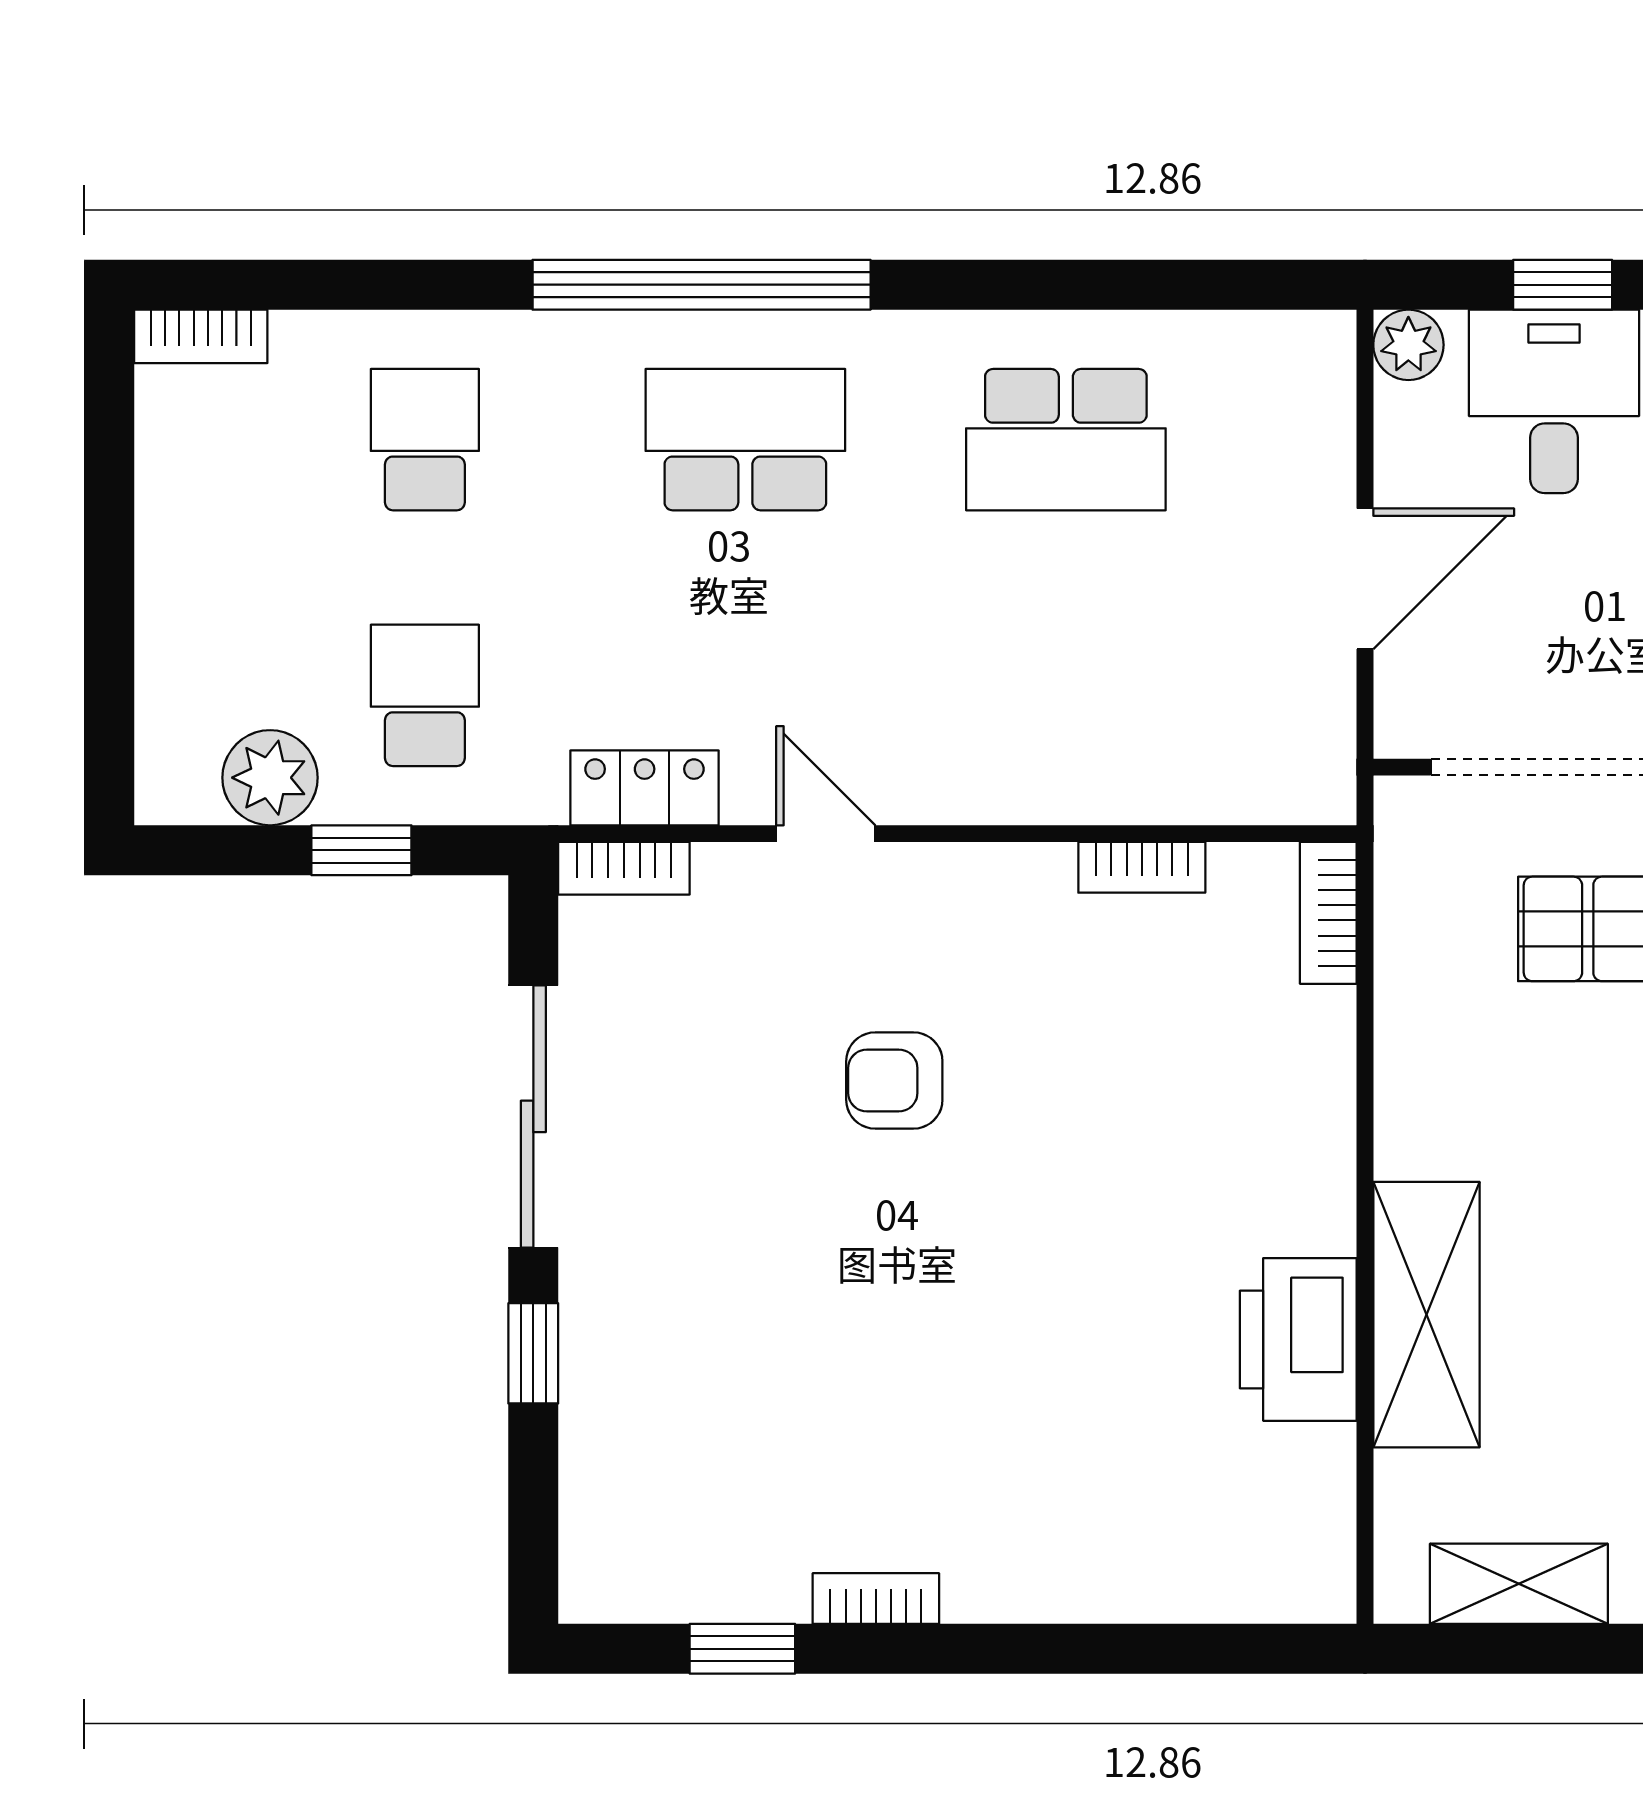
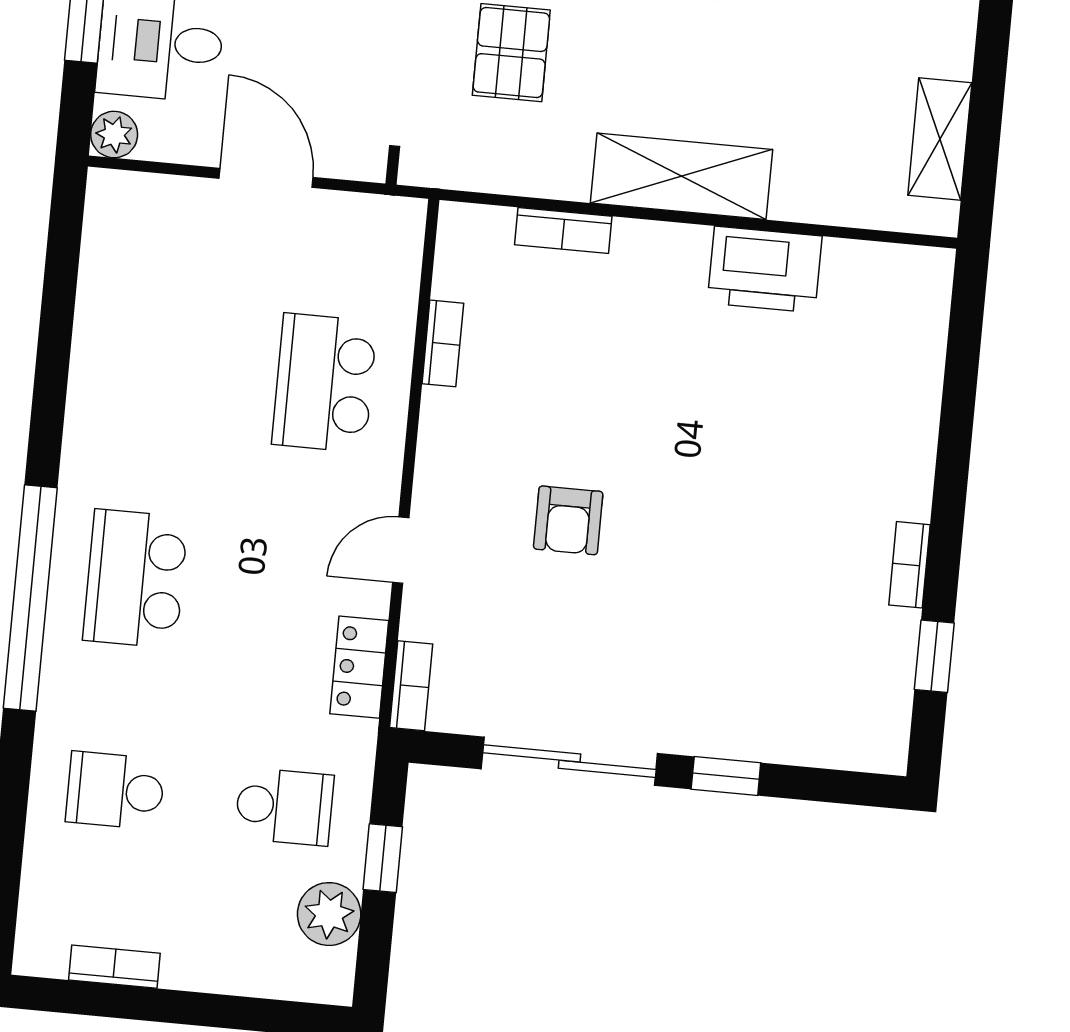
bookcase: (201, 336) -> (114, 967), moved, turned -90
school desk: (1066, 440) -> (324, 383), moved, turned 180
school desk: (425, 695) -> (284, 807), turned 180
bookcase: (1328, 913) -> (563, 230), moved
shelving: (1426, 1315) -> (681, 176), moved

